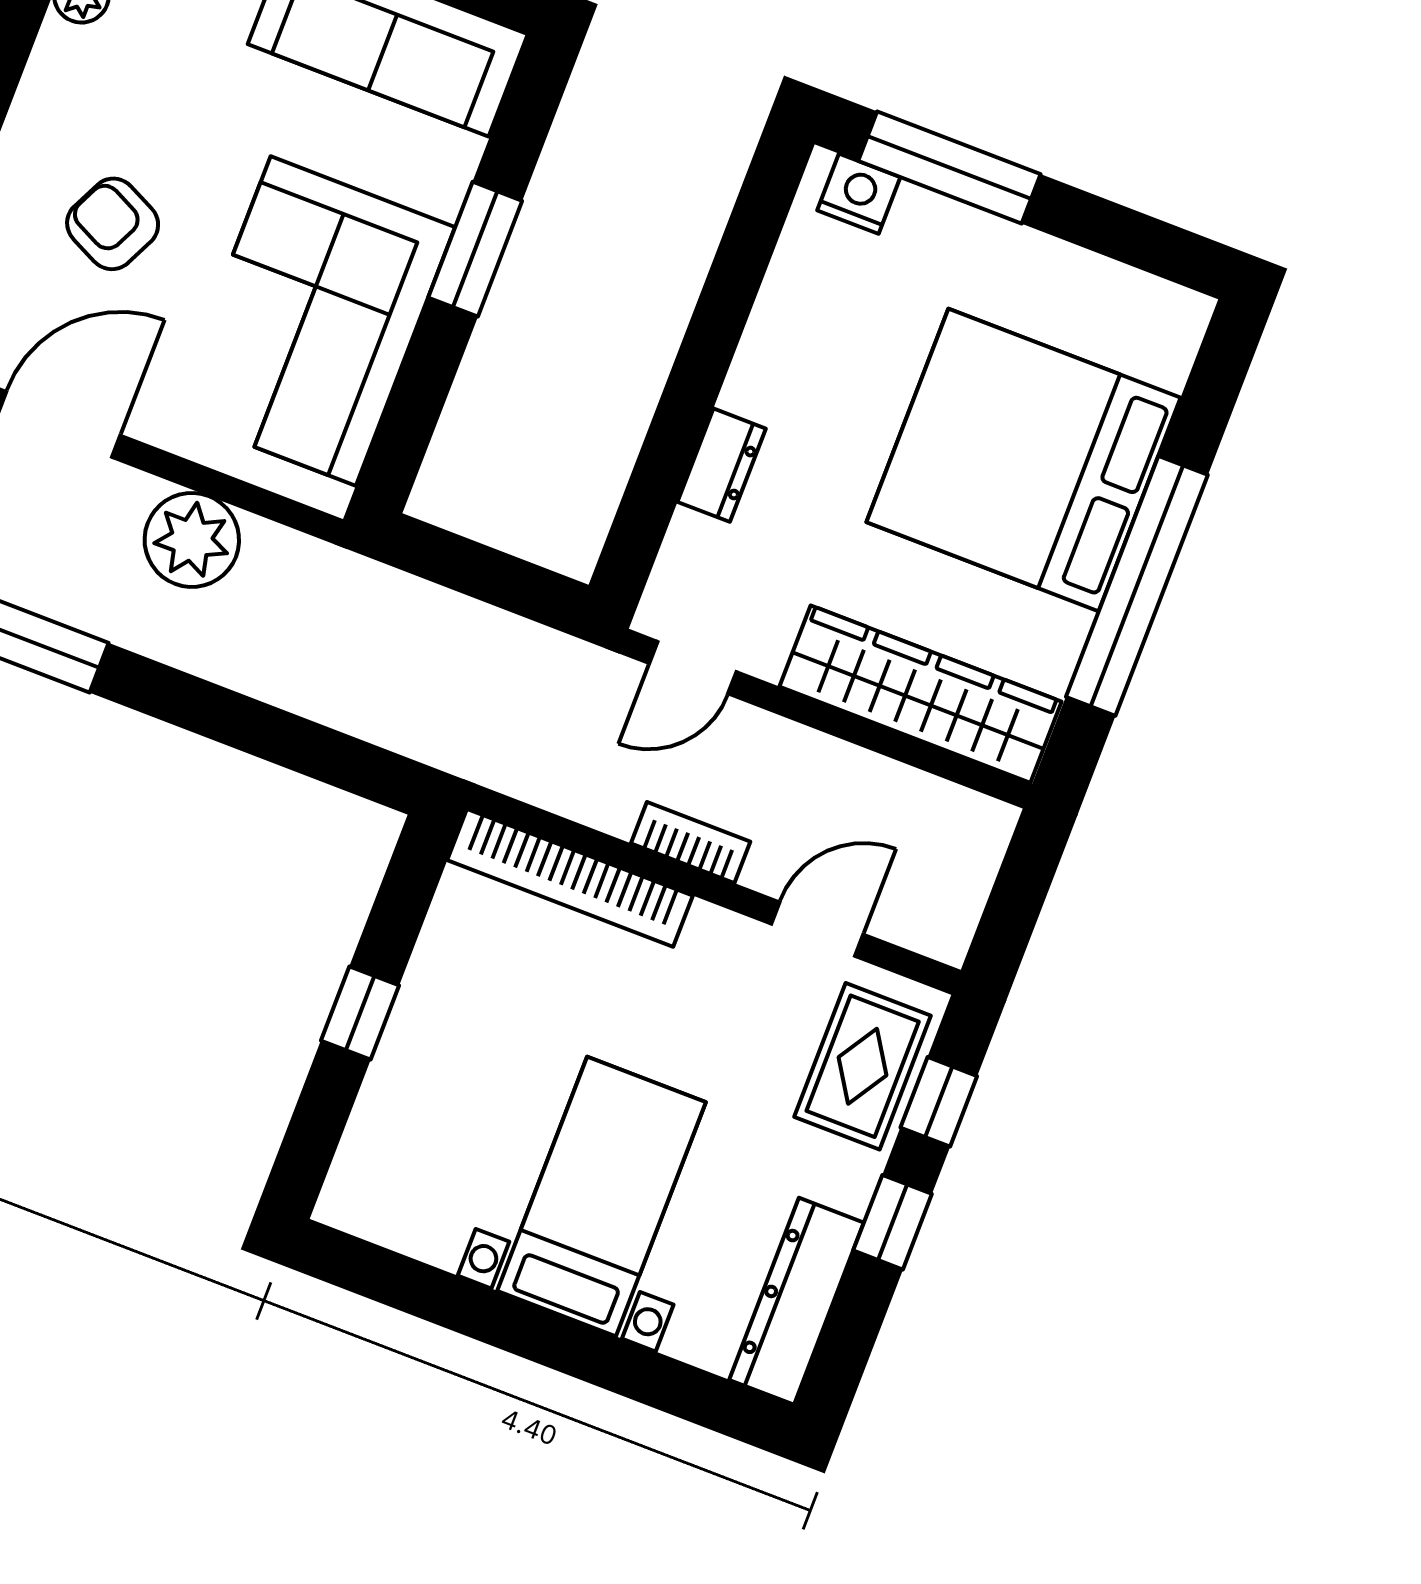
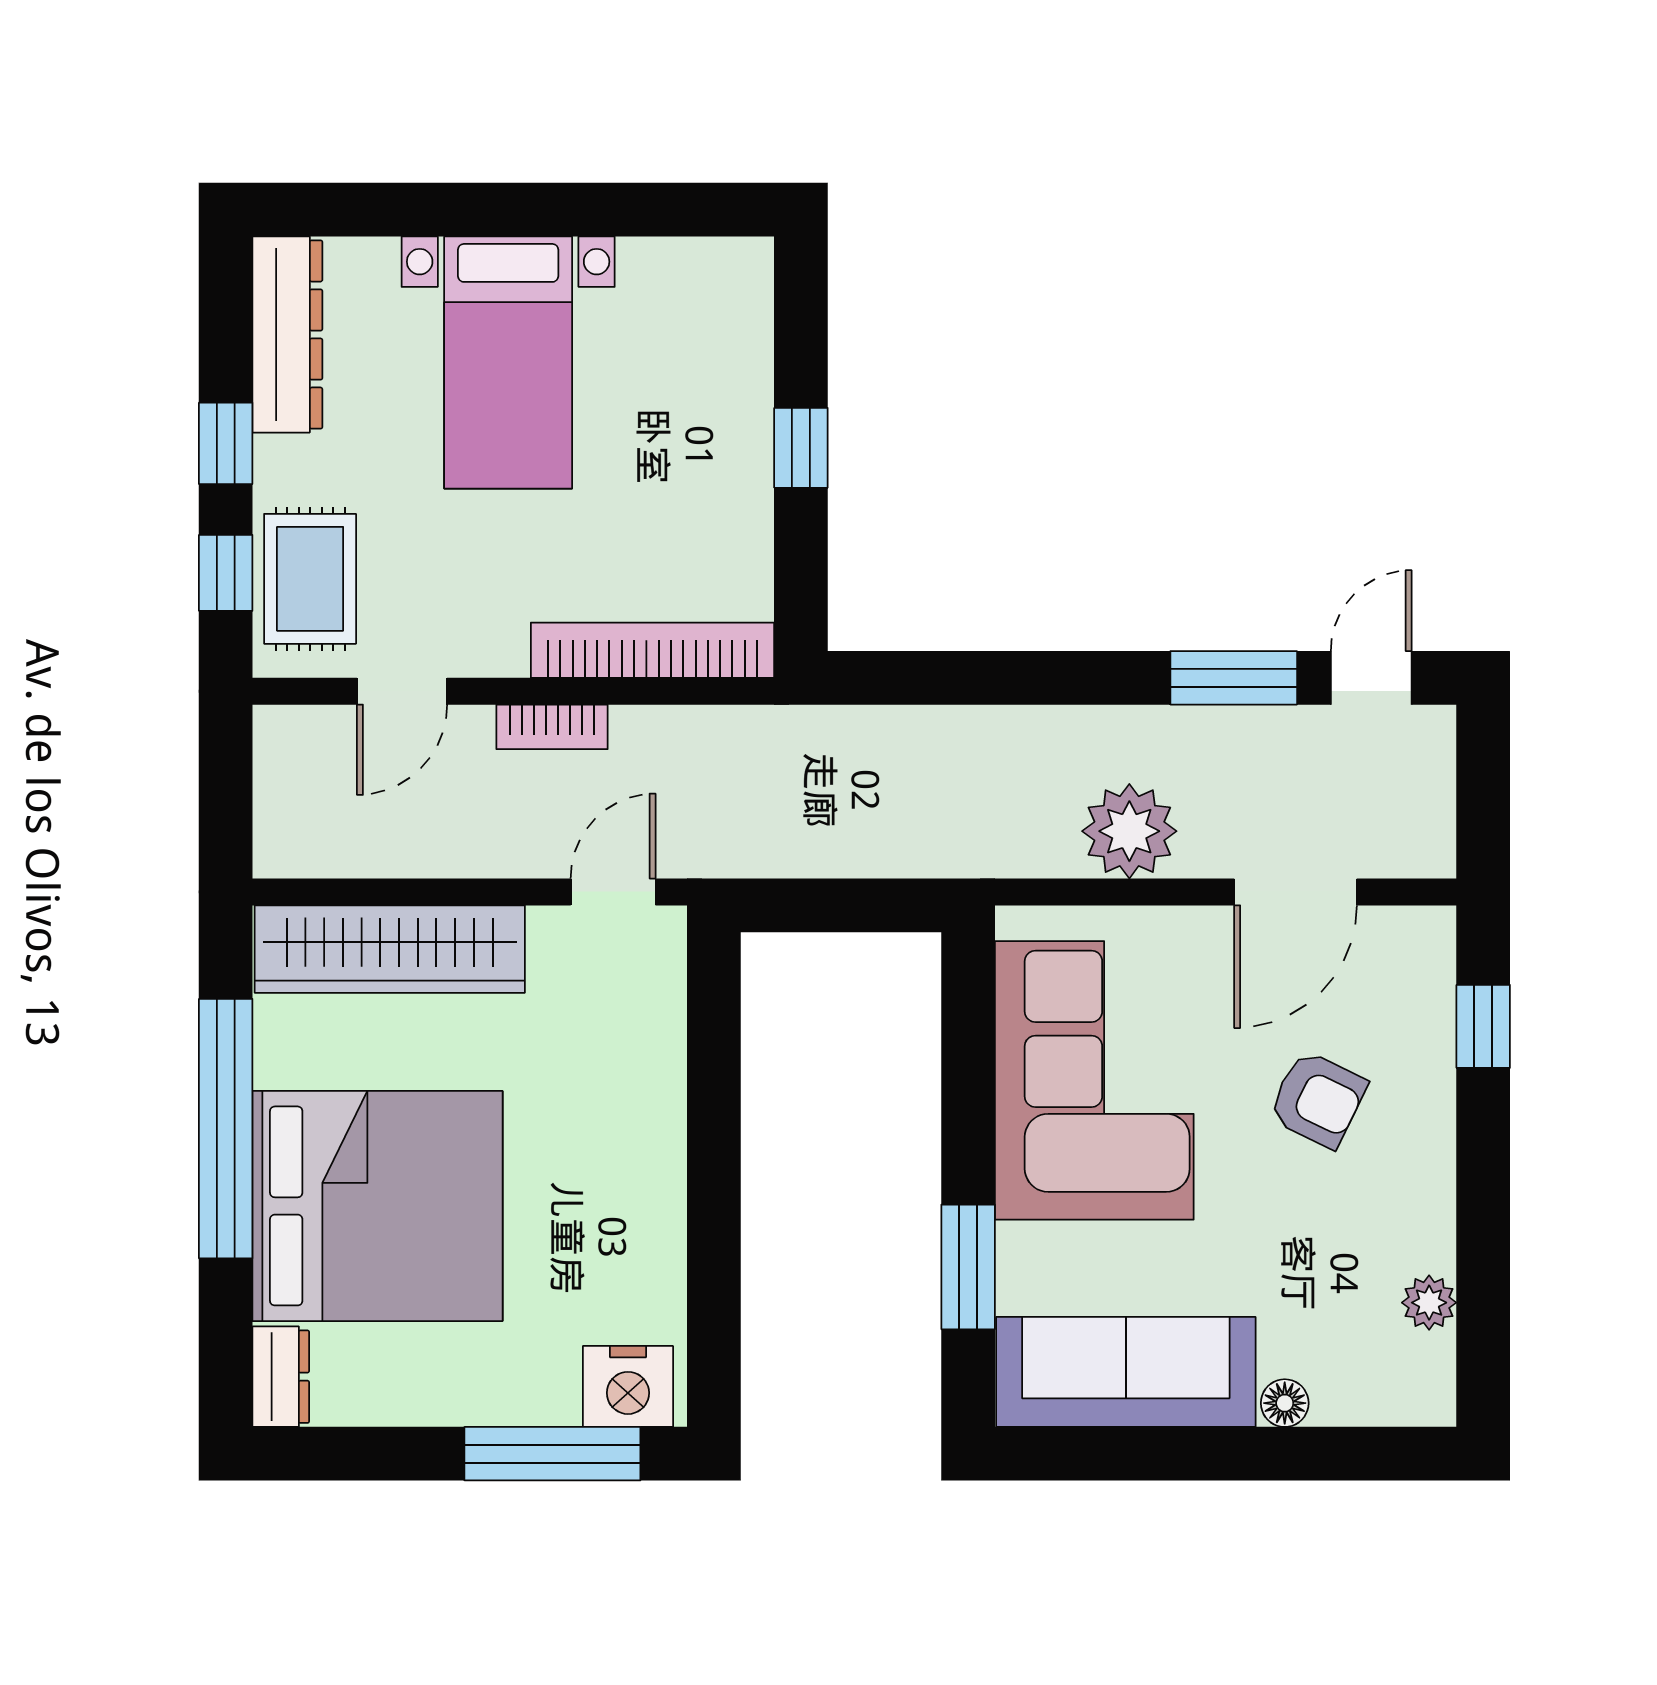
nightstand: (859, 194) -> (628, 1386), width x1.36, depth x1.33
window: (475, 249) -> (968, 1267), moved
dresser: (722, 465) -> (281, 1377), moved, turned 180

